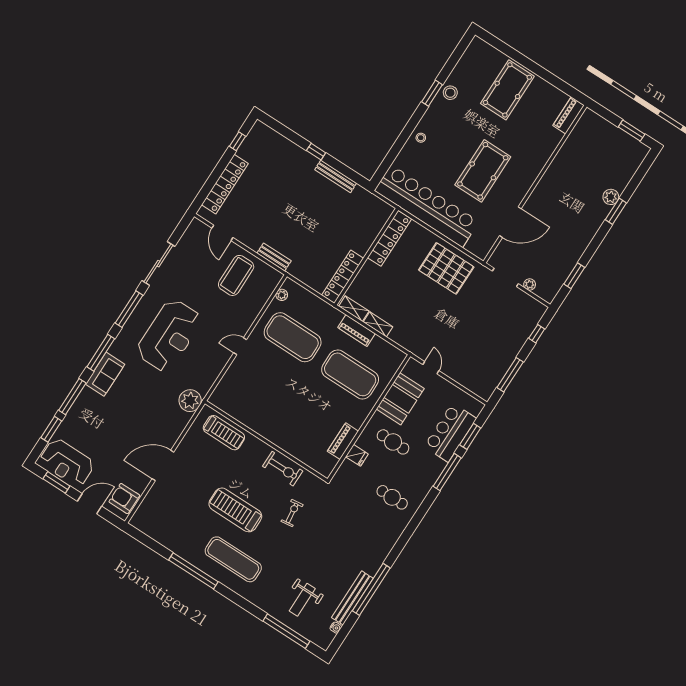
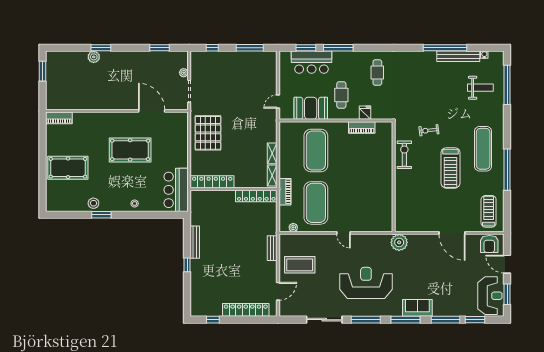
bar counter: (427, 206) -> (176, 190), width x0.54
piano: (357, 330) -> (285, 192), moved
treadmill: (224, 433) -> (489, 211), moved

